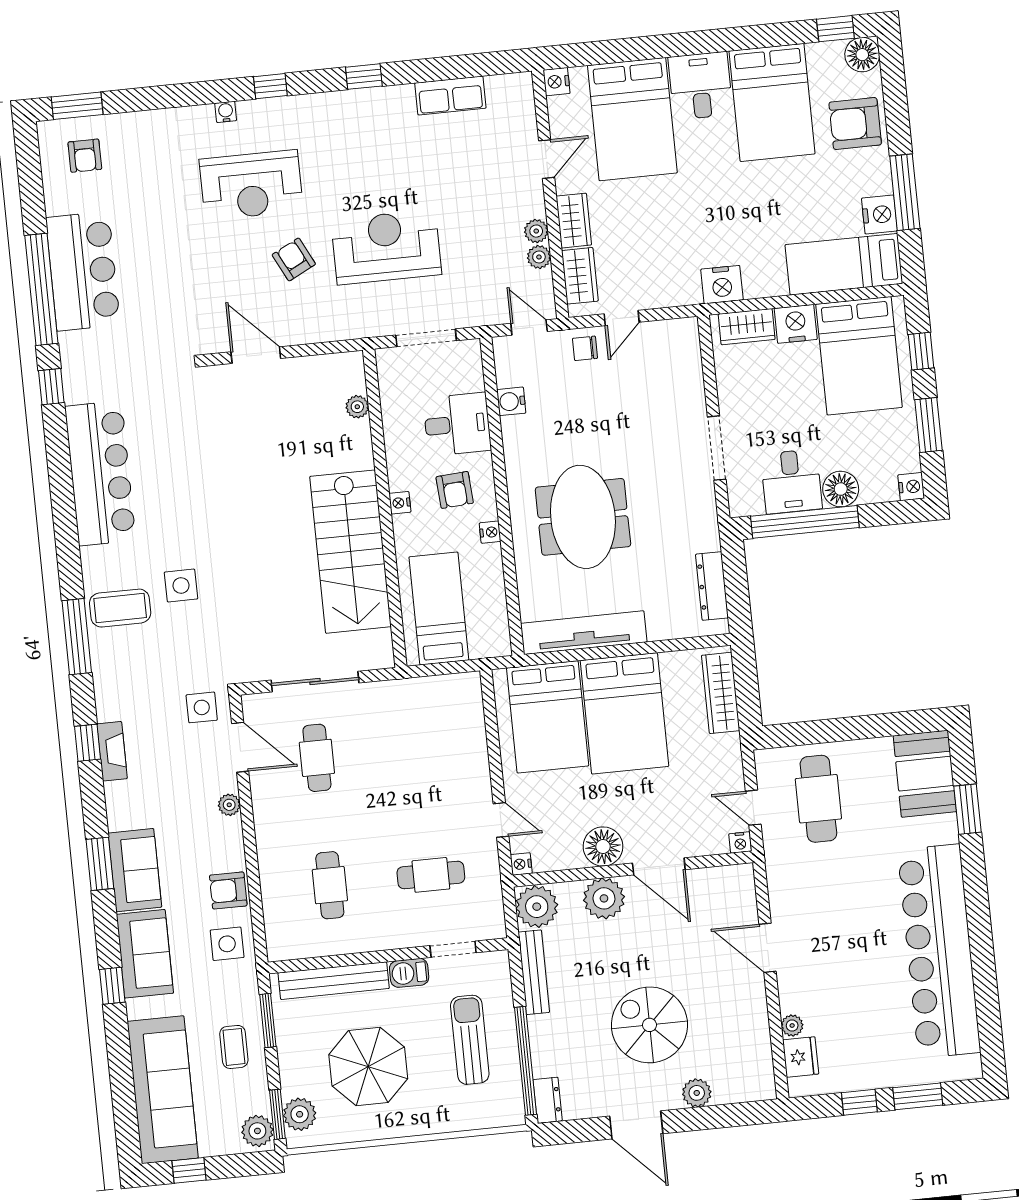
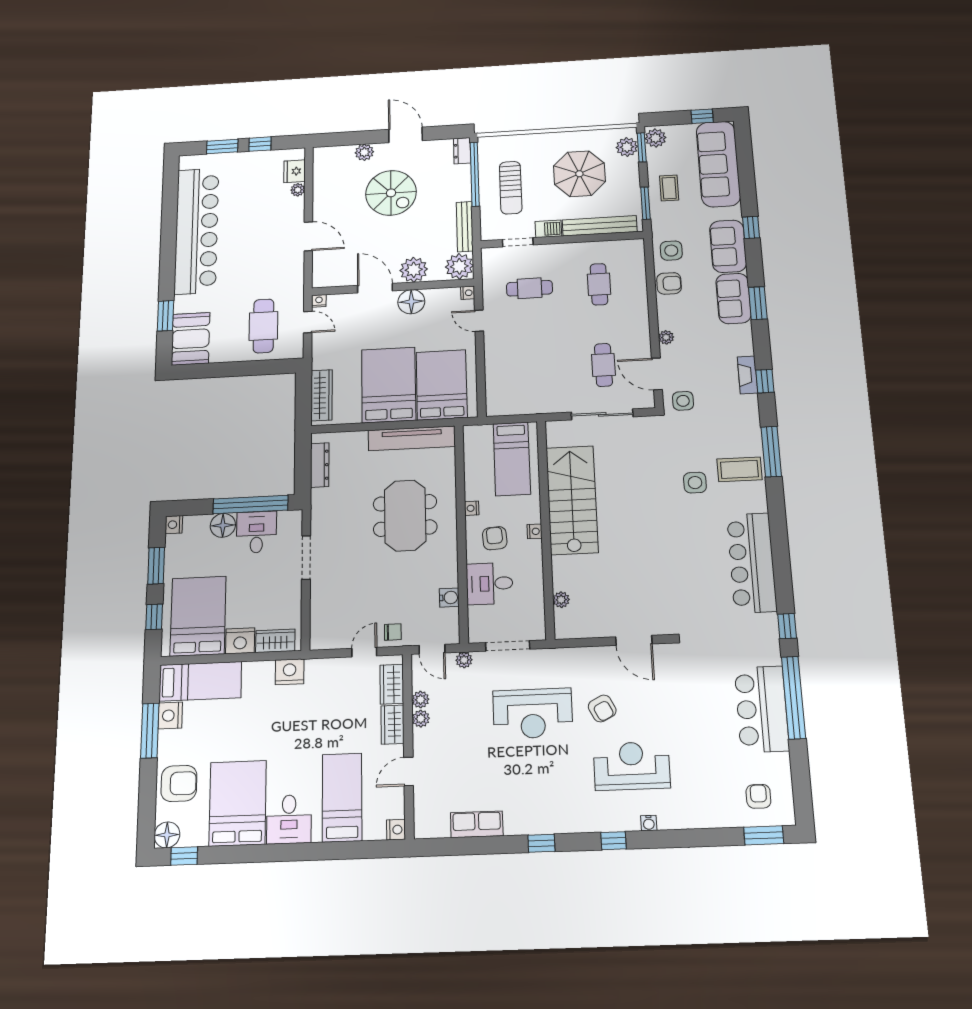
bed: (632, 119) -> (342, 797), width x0.67
plant: (484, 315) -> (464, 660), added

